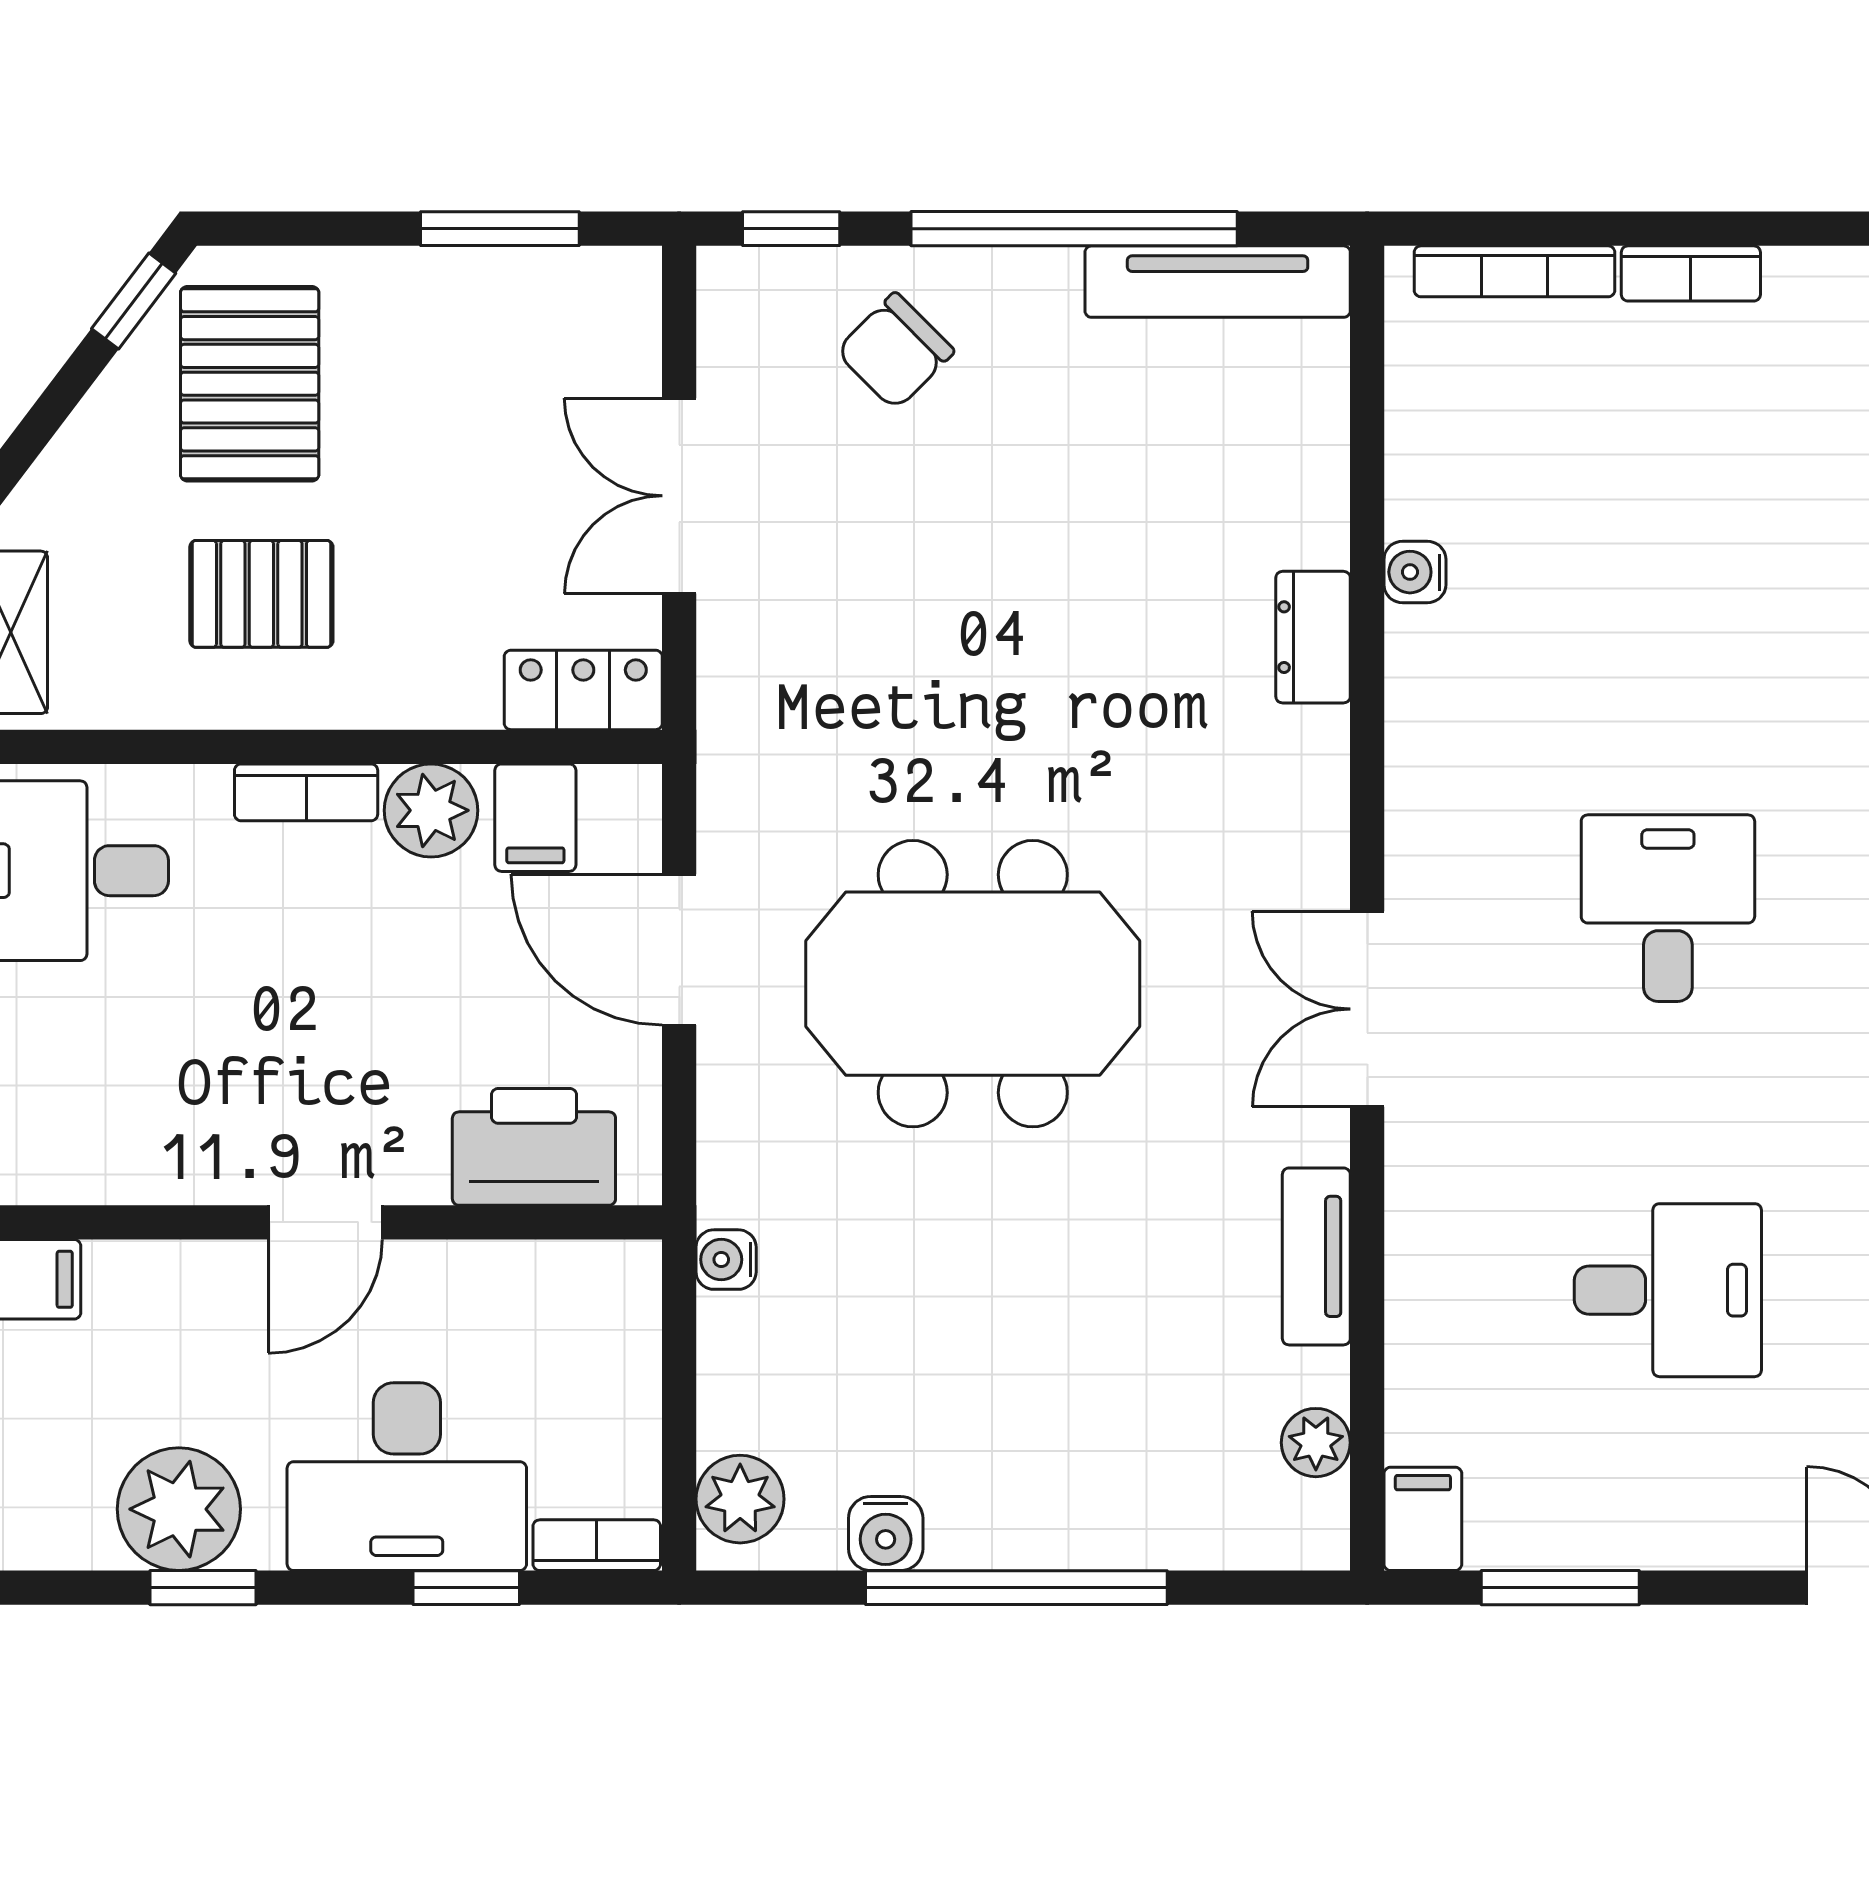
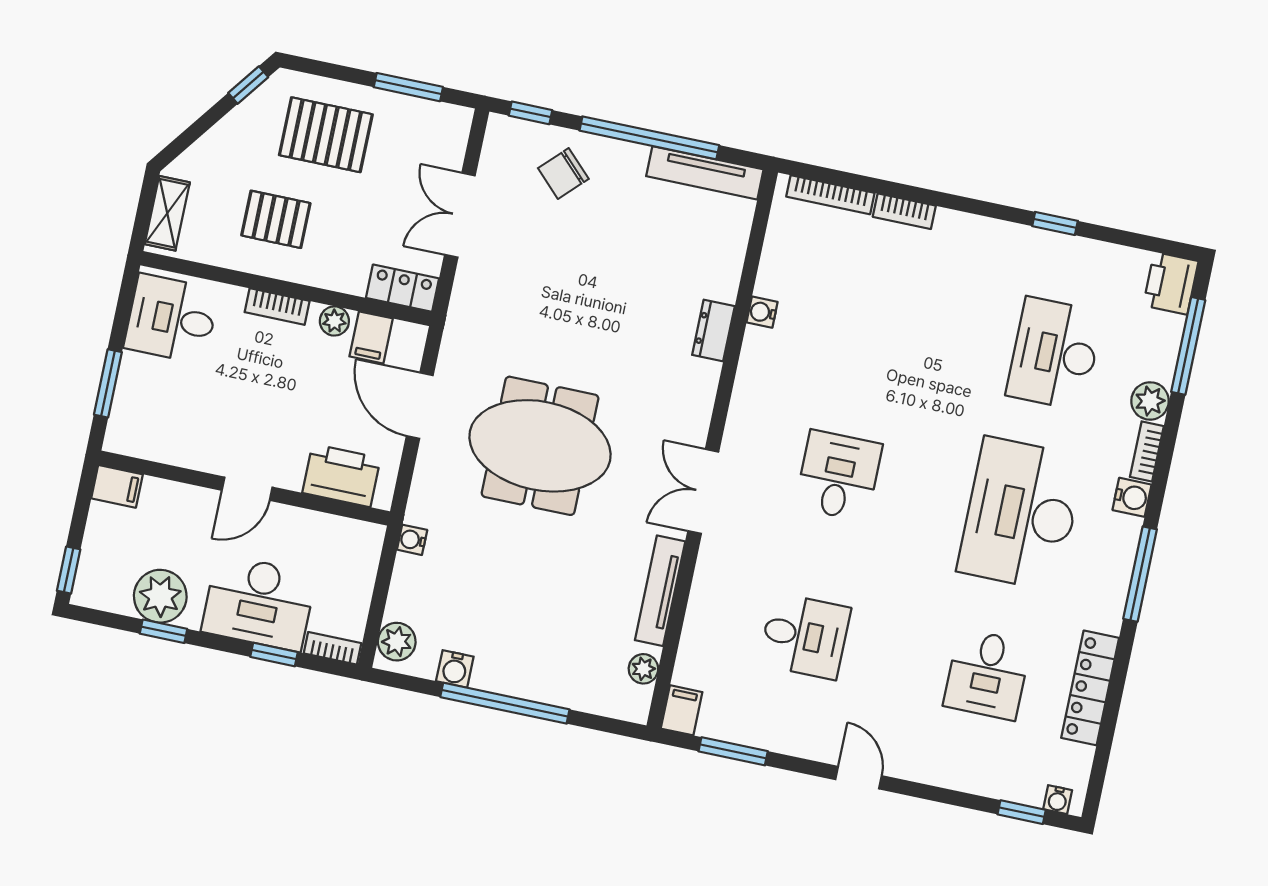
pallet: (250, 384) -> (326, 135), moved, turned 90
plant: (431, 810) -> (334, 321), width x0.73, depth x0.73
tv unit: (1316, 1256) -> (660, 591), width x1.41

